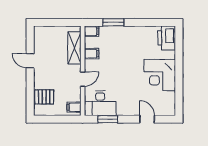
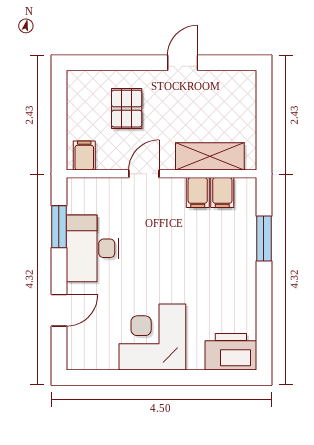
filing cabinet: (92, 31) -> (222, 193), moved
door: (83, 79) -> (144, 174), swing flipped
pallet: (44, 97) -> (127, 109), moved
desk: (100, 103) -> (93, 248), moved

